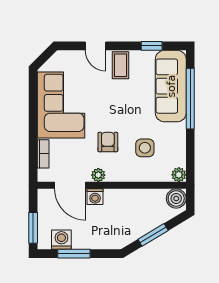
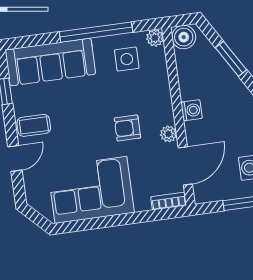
window: (190, 99) -> (96, 32), moved
side table: (145, 148) -> (127, 59), moved
bookcase: (43, 154) -> (169, 201), moved
washing machine: (95, 197) -> (191, 110), moved

